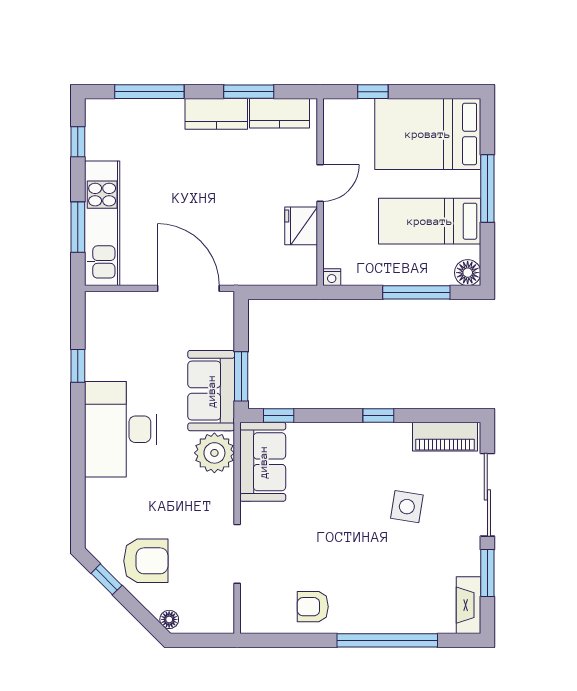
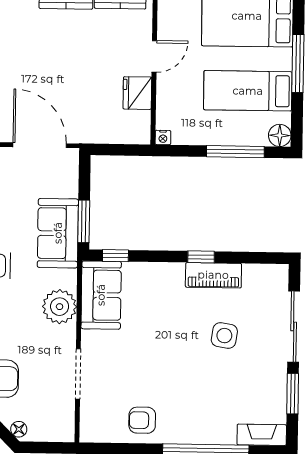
piano: (445, 437) -> (213, 275), moved
plant: (214, 453) -> (60, 307), moved
fireplace: (469, 605) -> (262, 435), moved, turned 90

